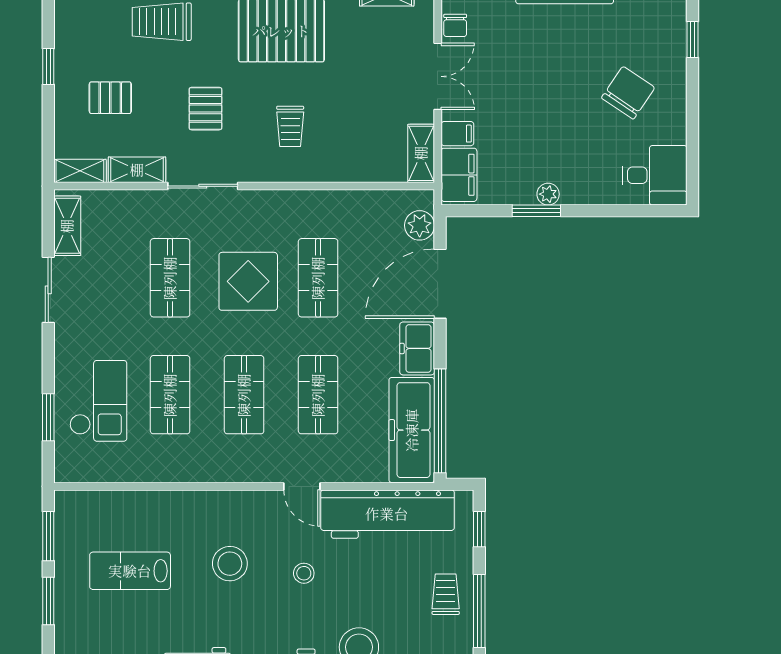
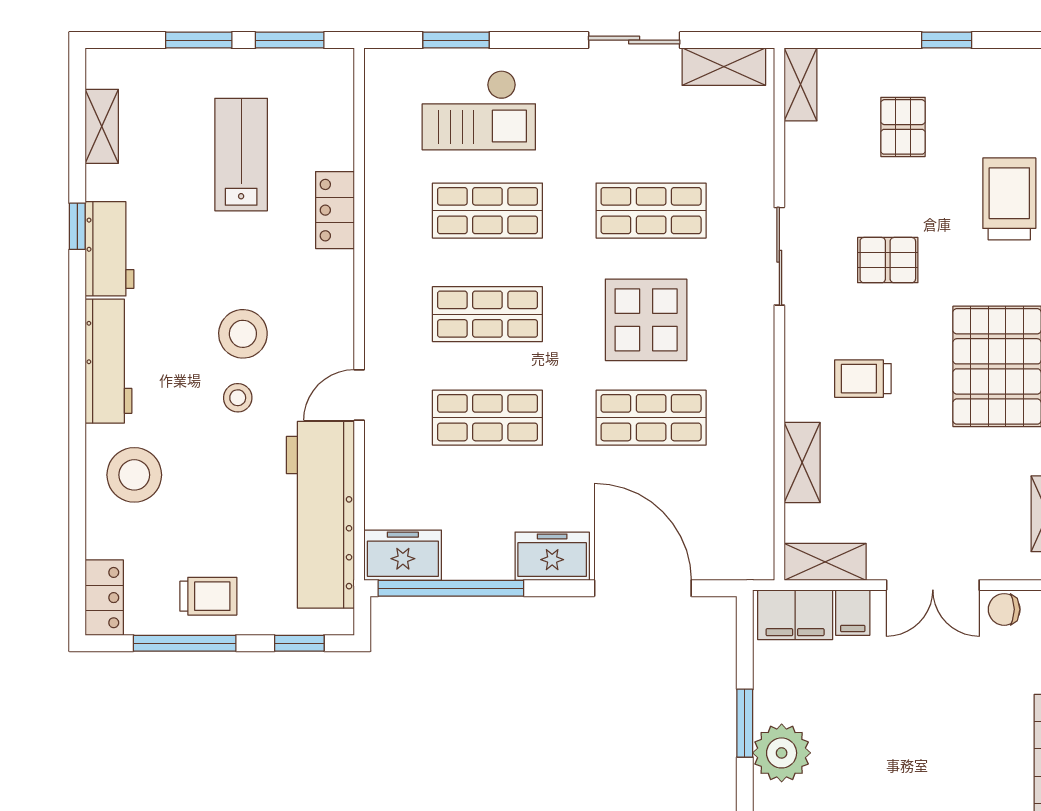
shelving: (137, 170) -> (802, 463), moved
plant: (548, 194) -> (782, 753), width x1.88, depth x1.88
plant: (420, 225) -> (724, 560), removed
freezer: (412, 430) -> (403, 555), width x0.52, depth x0.79
locker: (170, 504) -> (335, 210), added
stool: (230, 564) -> (243, 334), moved

